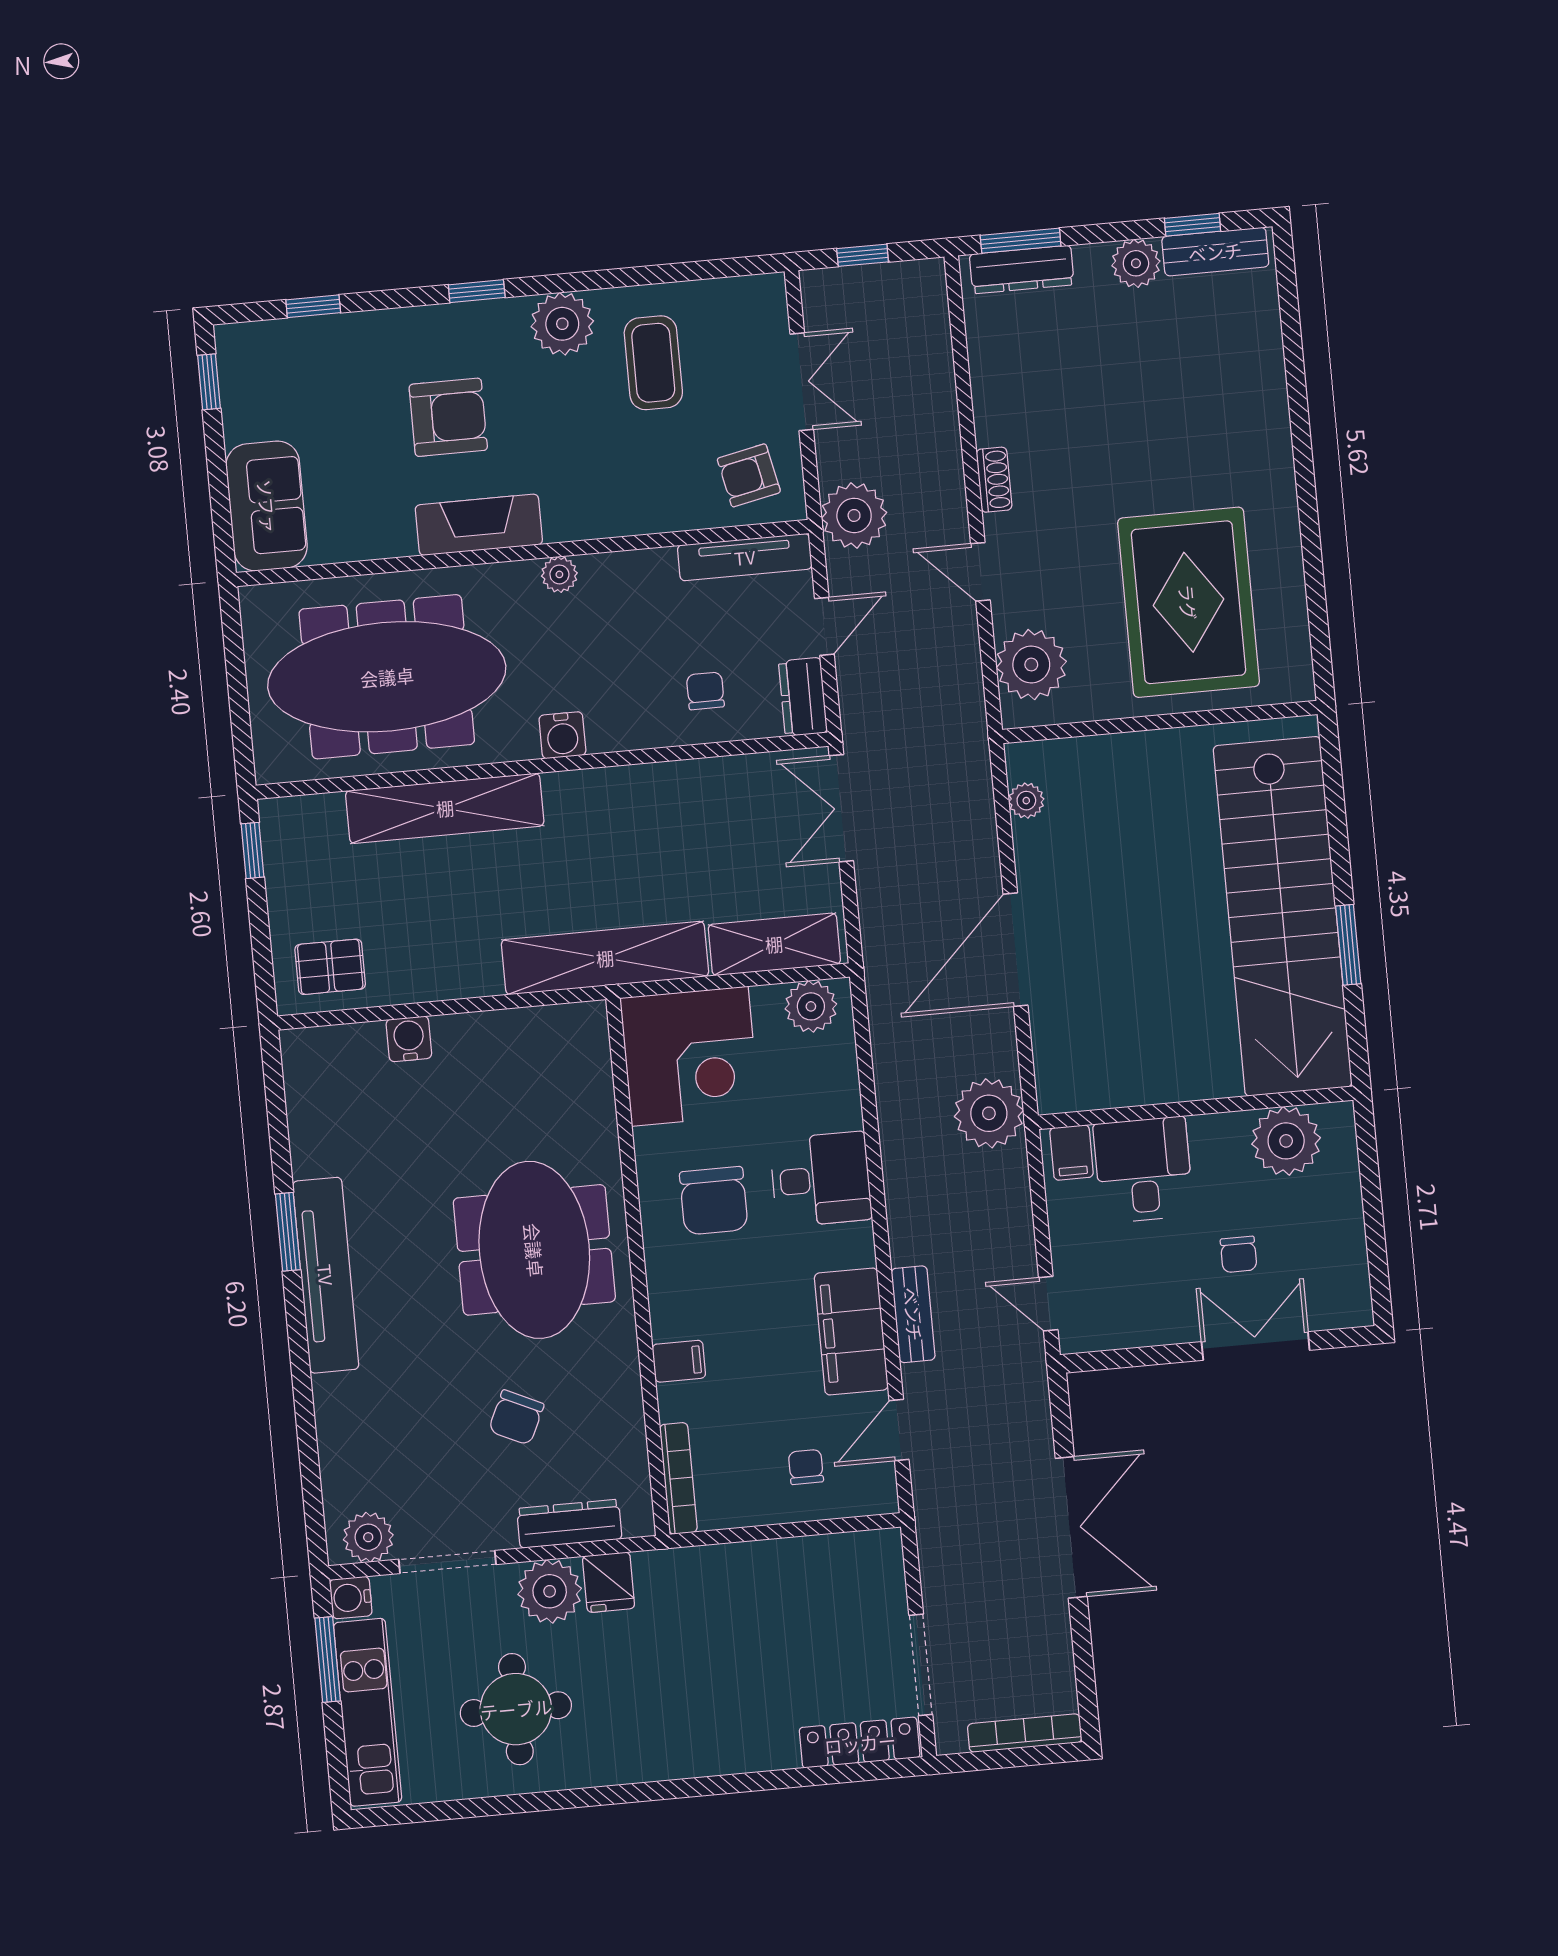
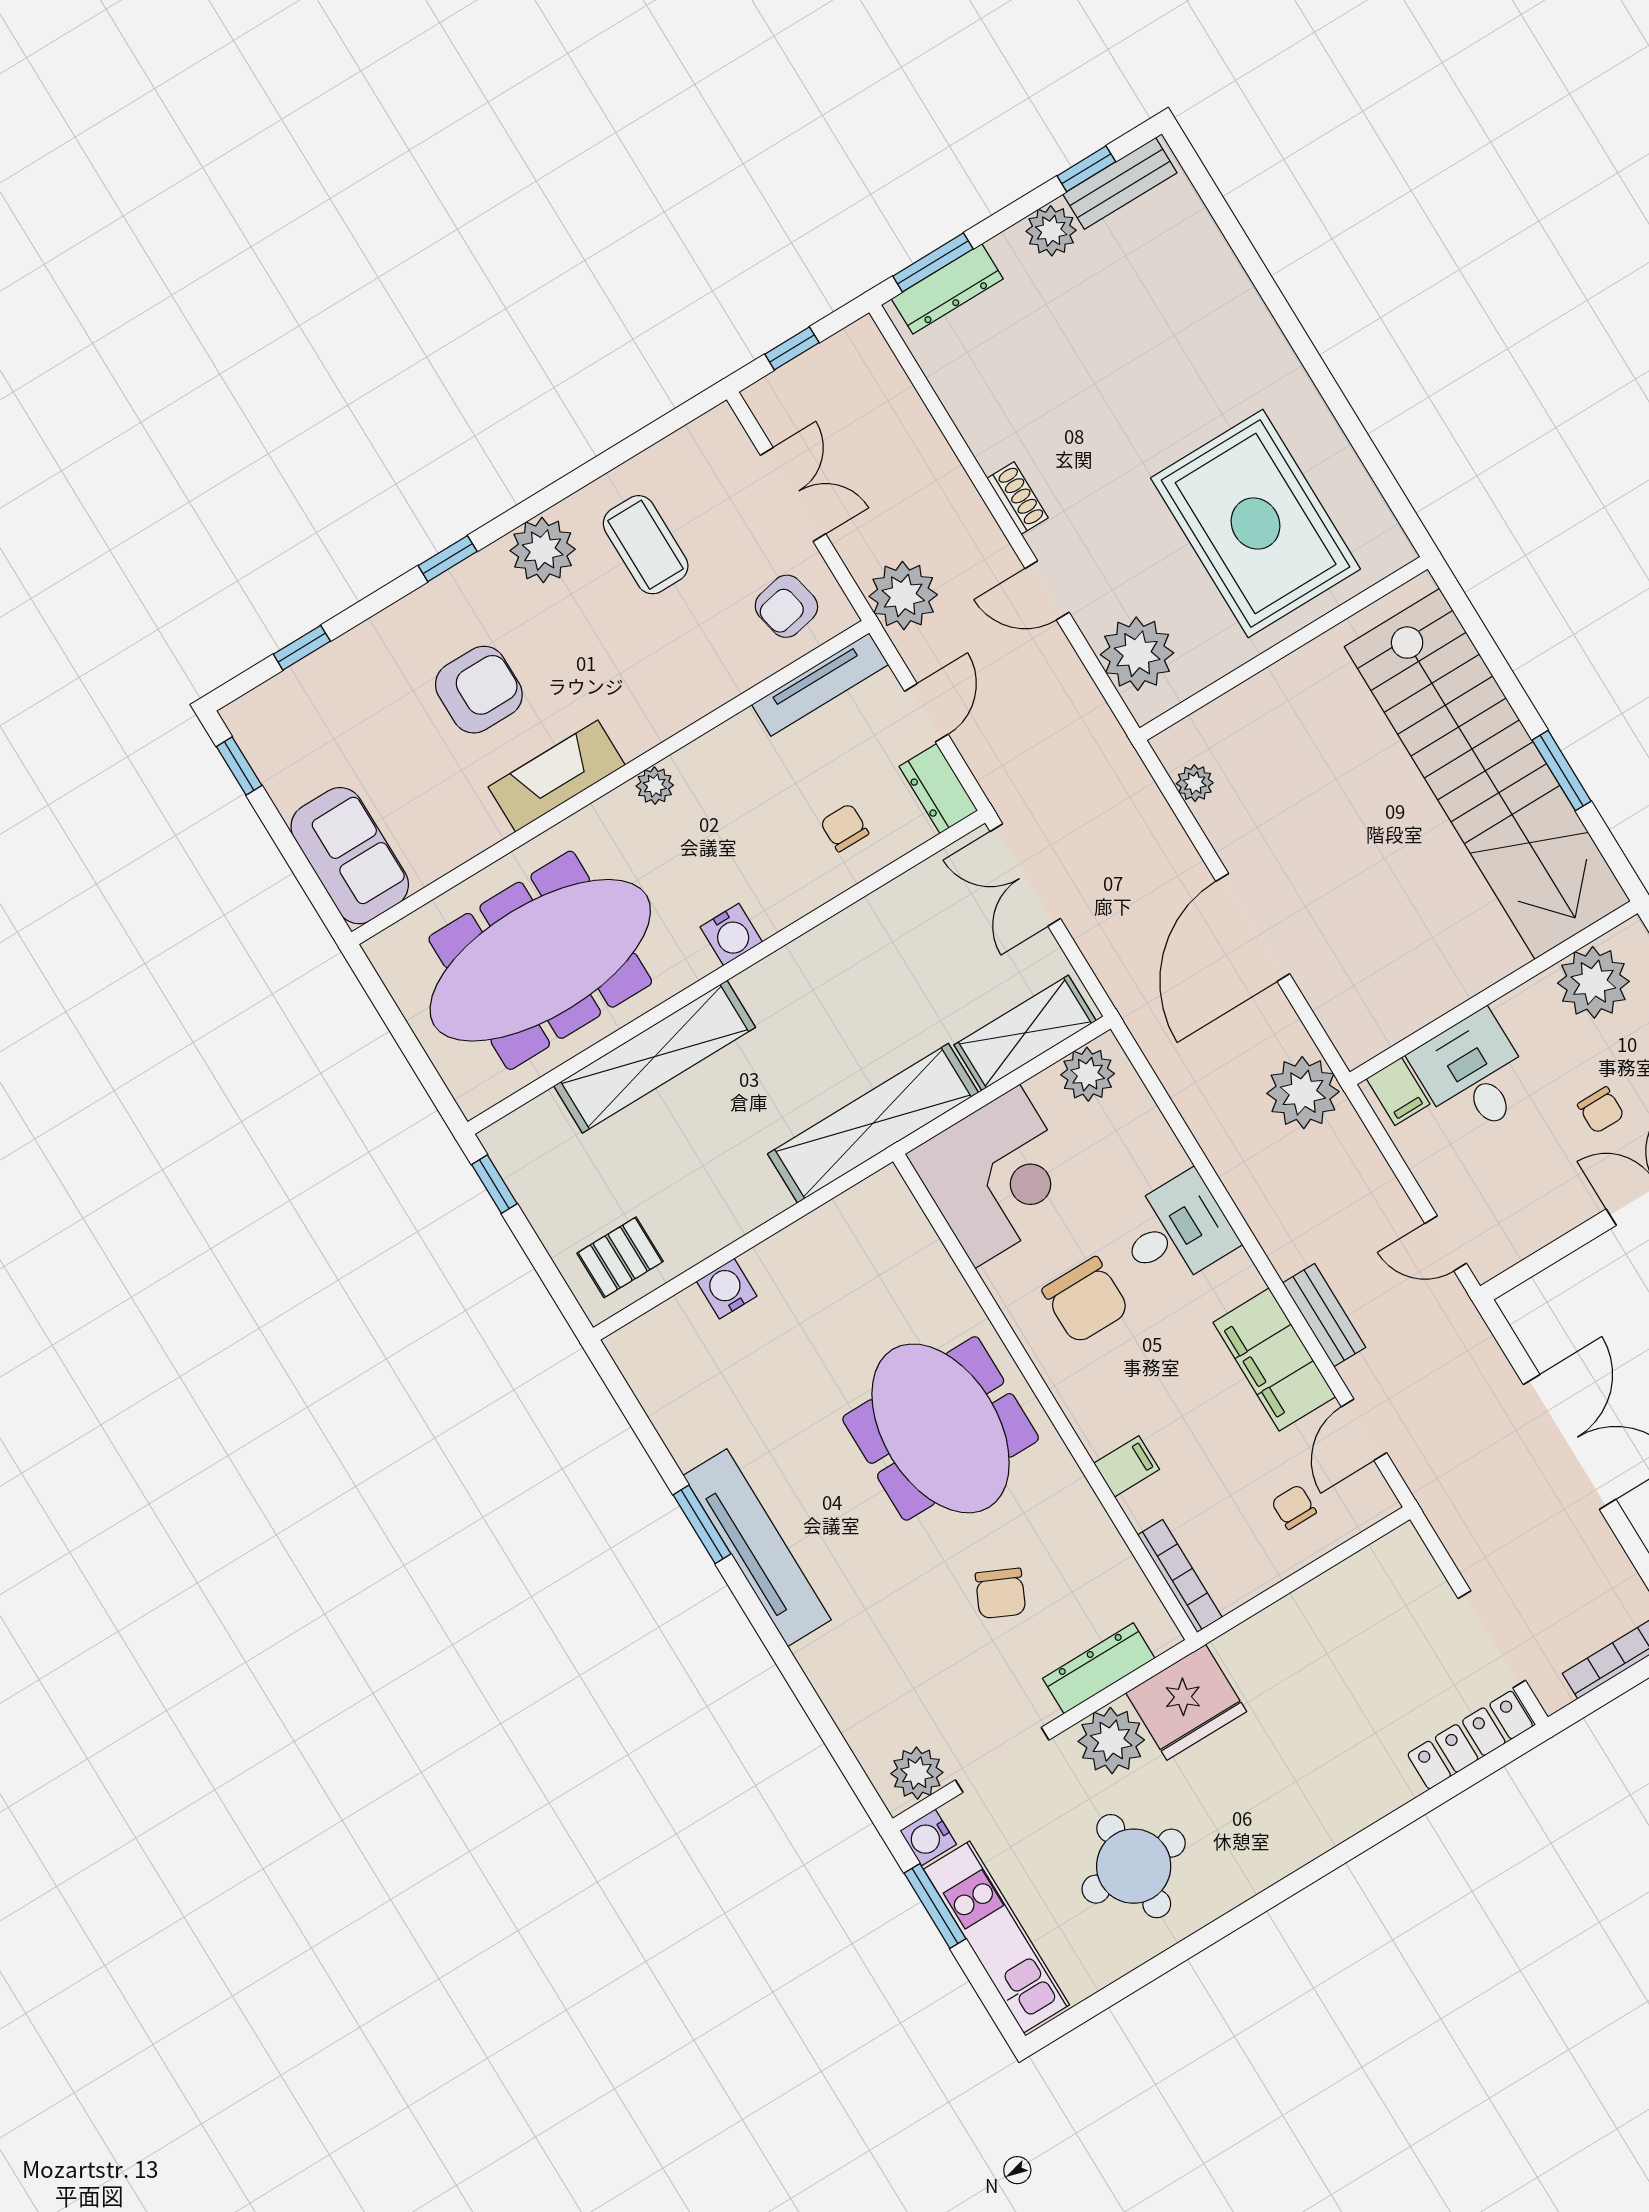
fridge: (609, 1582) -> (1186, 1702), width x1.88, depth x1.34

